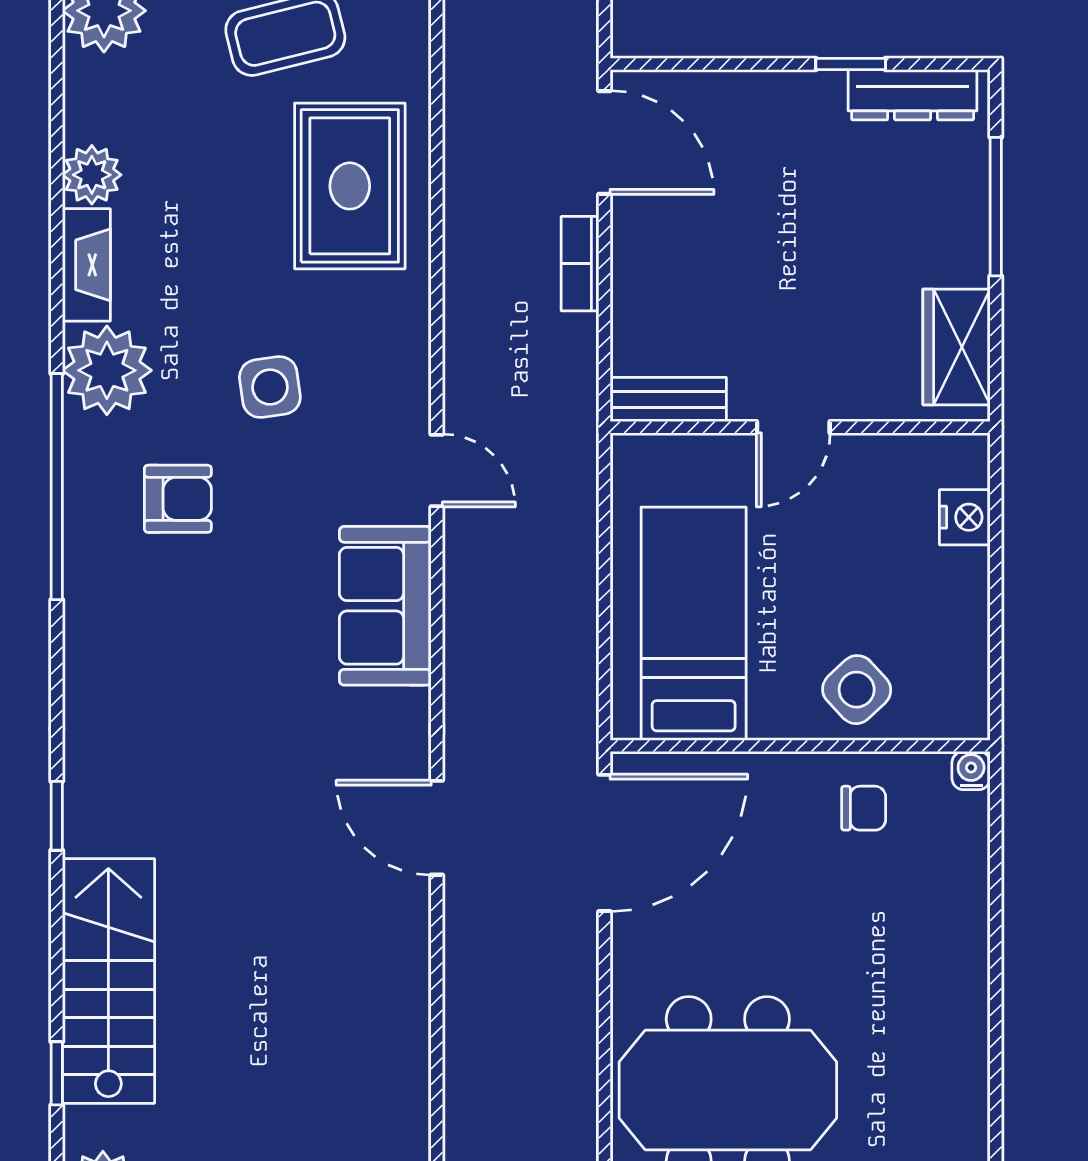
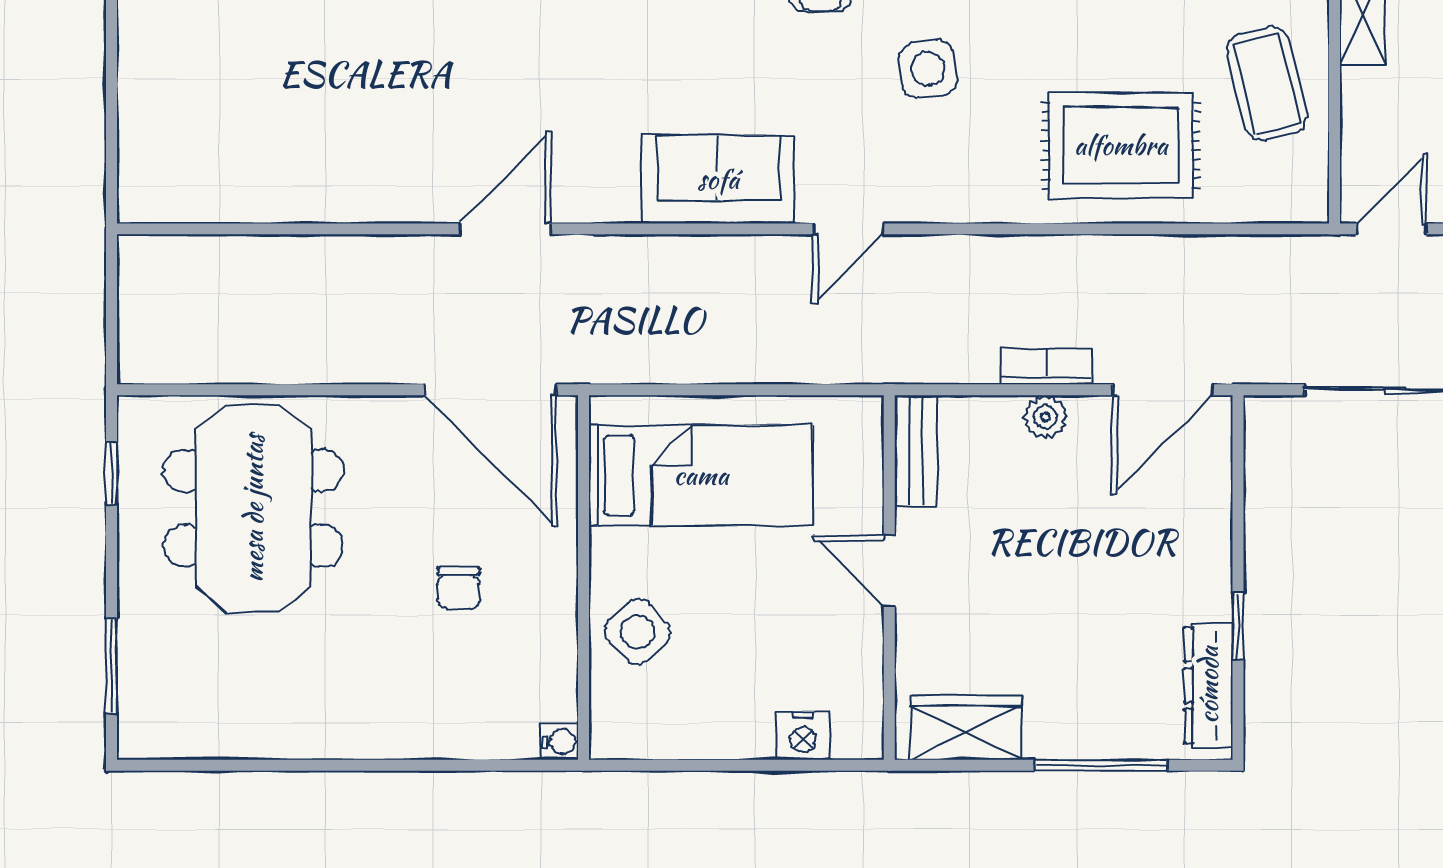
plant: (633, 265) -> (1045, 417), added
chair: (864, 808) -> (459, 588), moved

